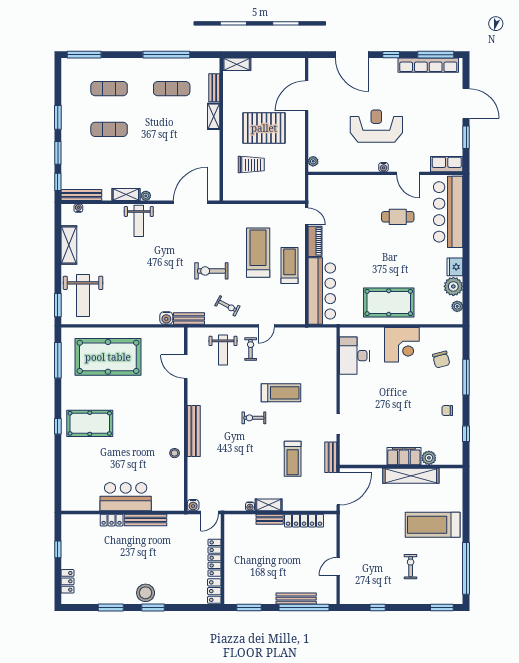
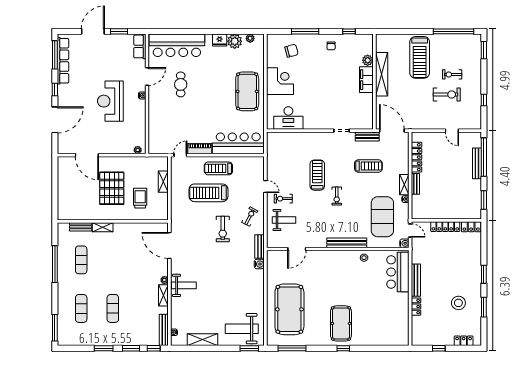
shelving: (237, 64) -> (163, 182), moved
weight bench: (83, 295) -> (242, 329), turned 180
exercise mat: (227, 477) -> (382, 217), added
bar counter: (126, 497) -> (398, 272), moved
exercise bike: (385, 560) -> (447, 94), added
stool: (146, 593) -> (458, 303), moved

